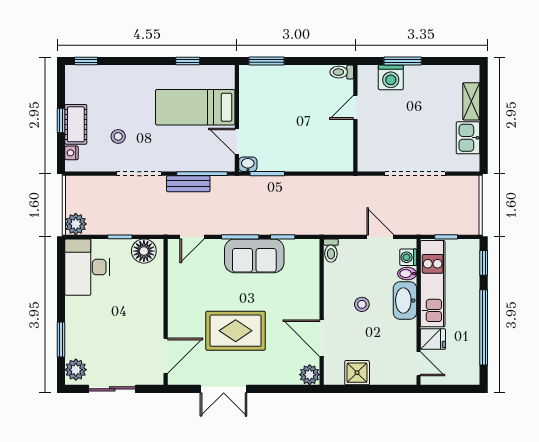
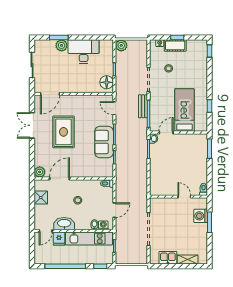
desk: (87, 267) -> (84, 52), moved
washbasin: (405, 300) -> (64, 224), moved
door: (166, 356) -> (50, 94), hinge flipped
plant: (76, 370) -> (62, 45), moved

